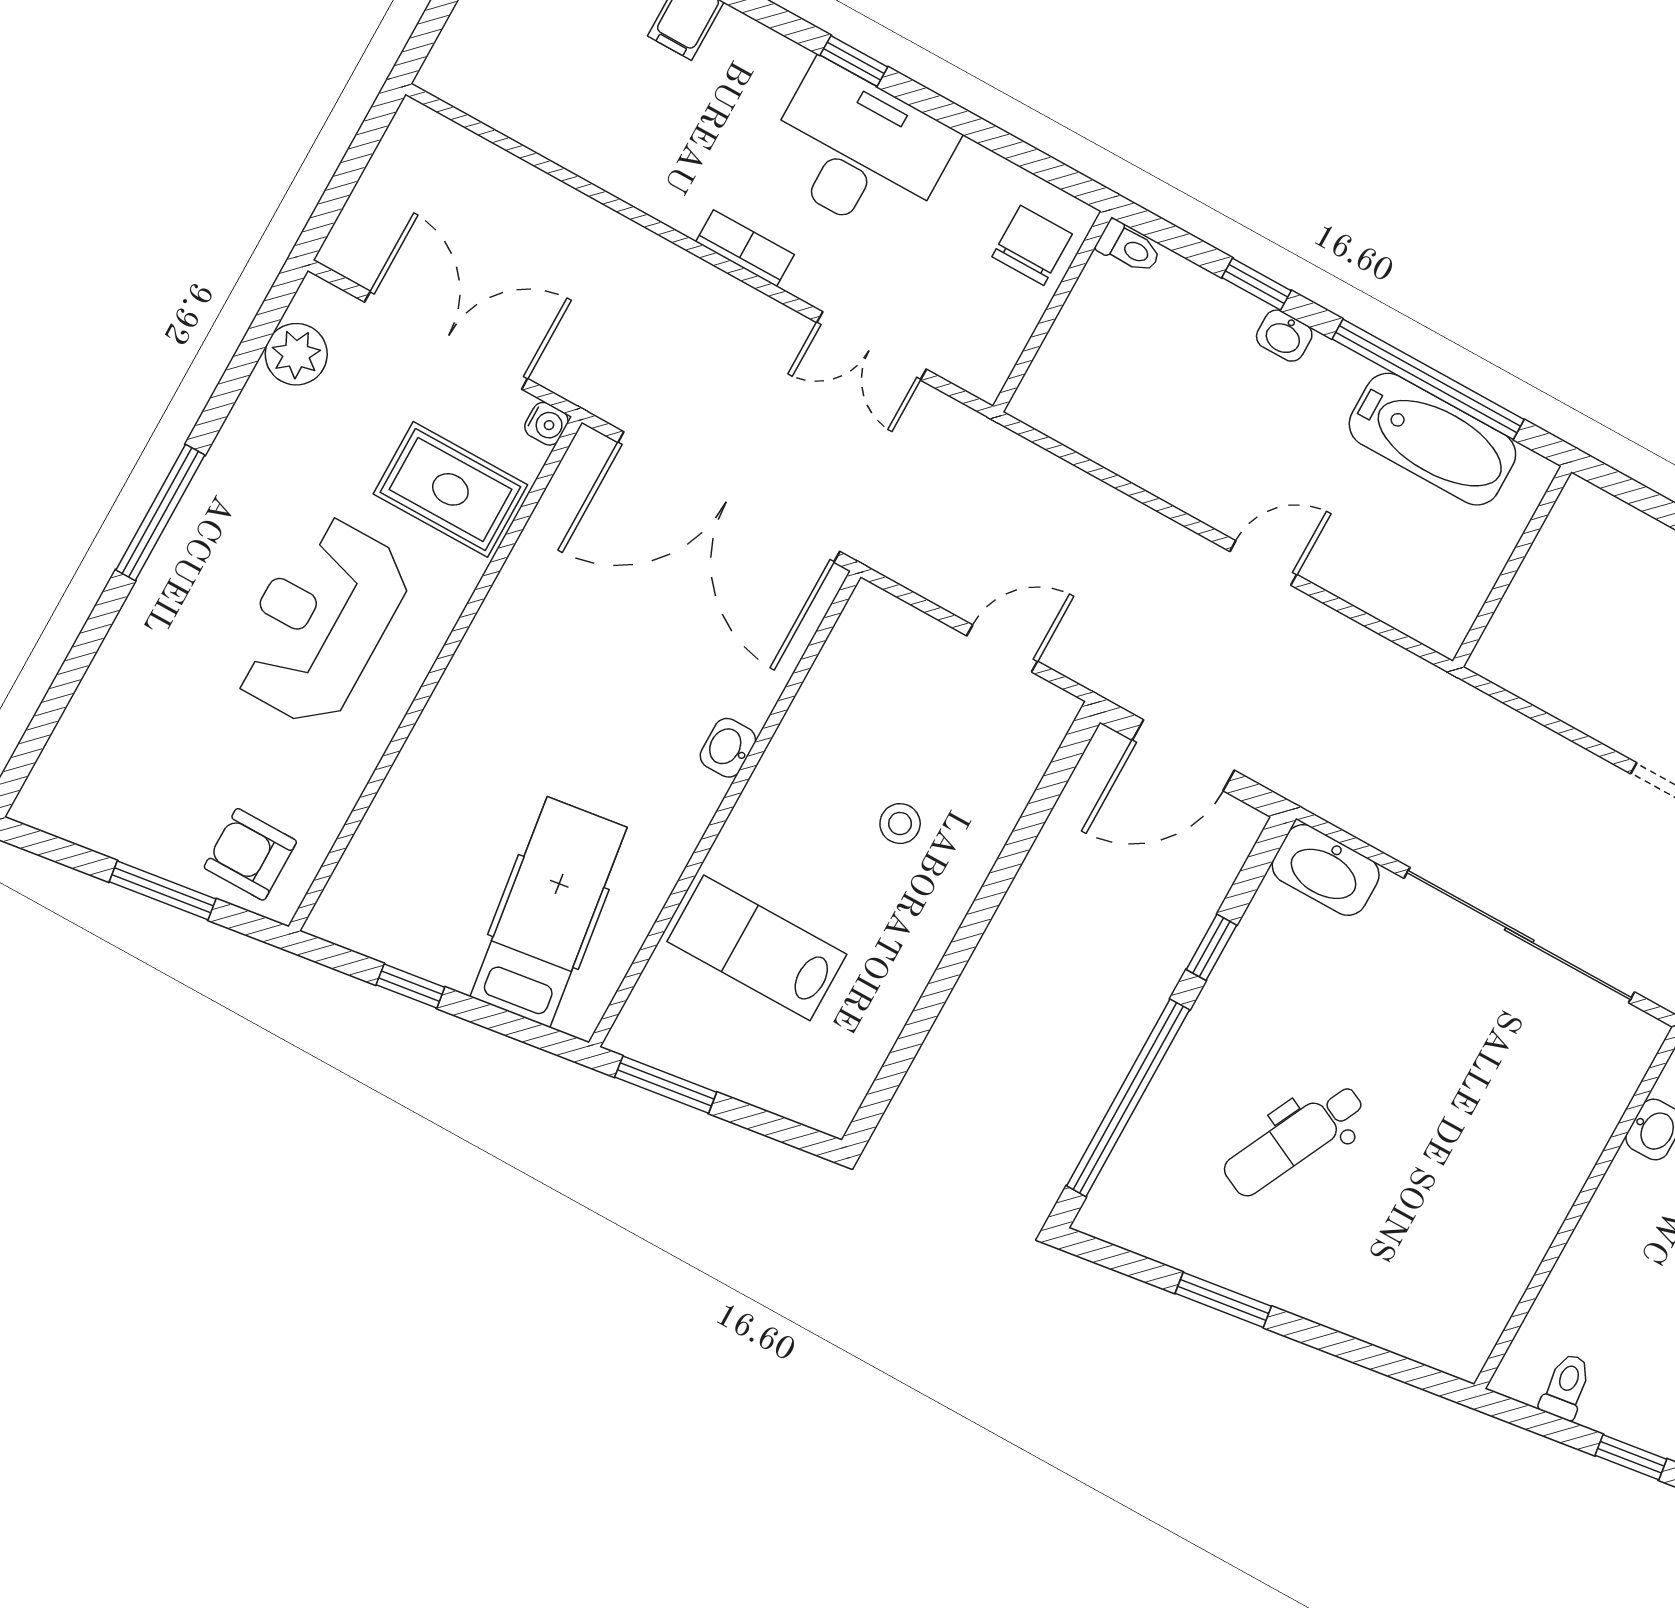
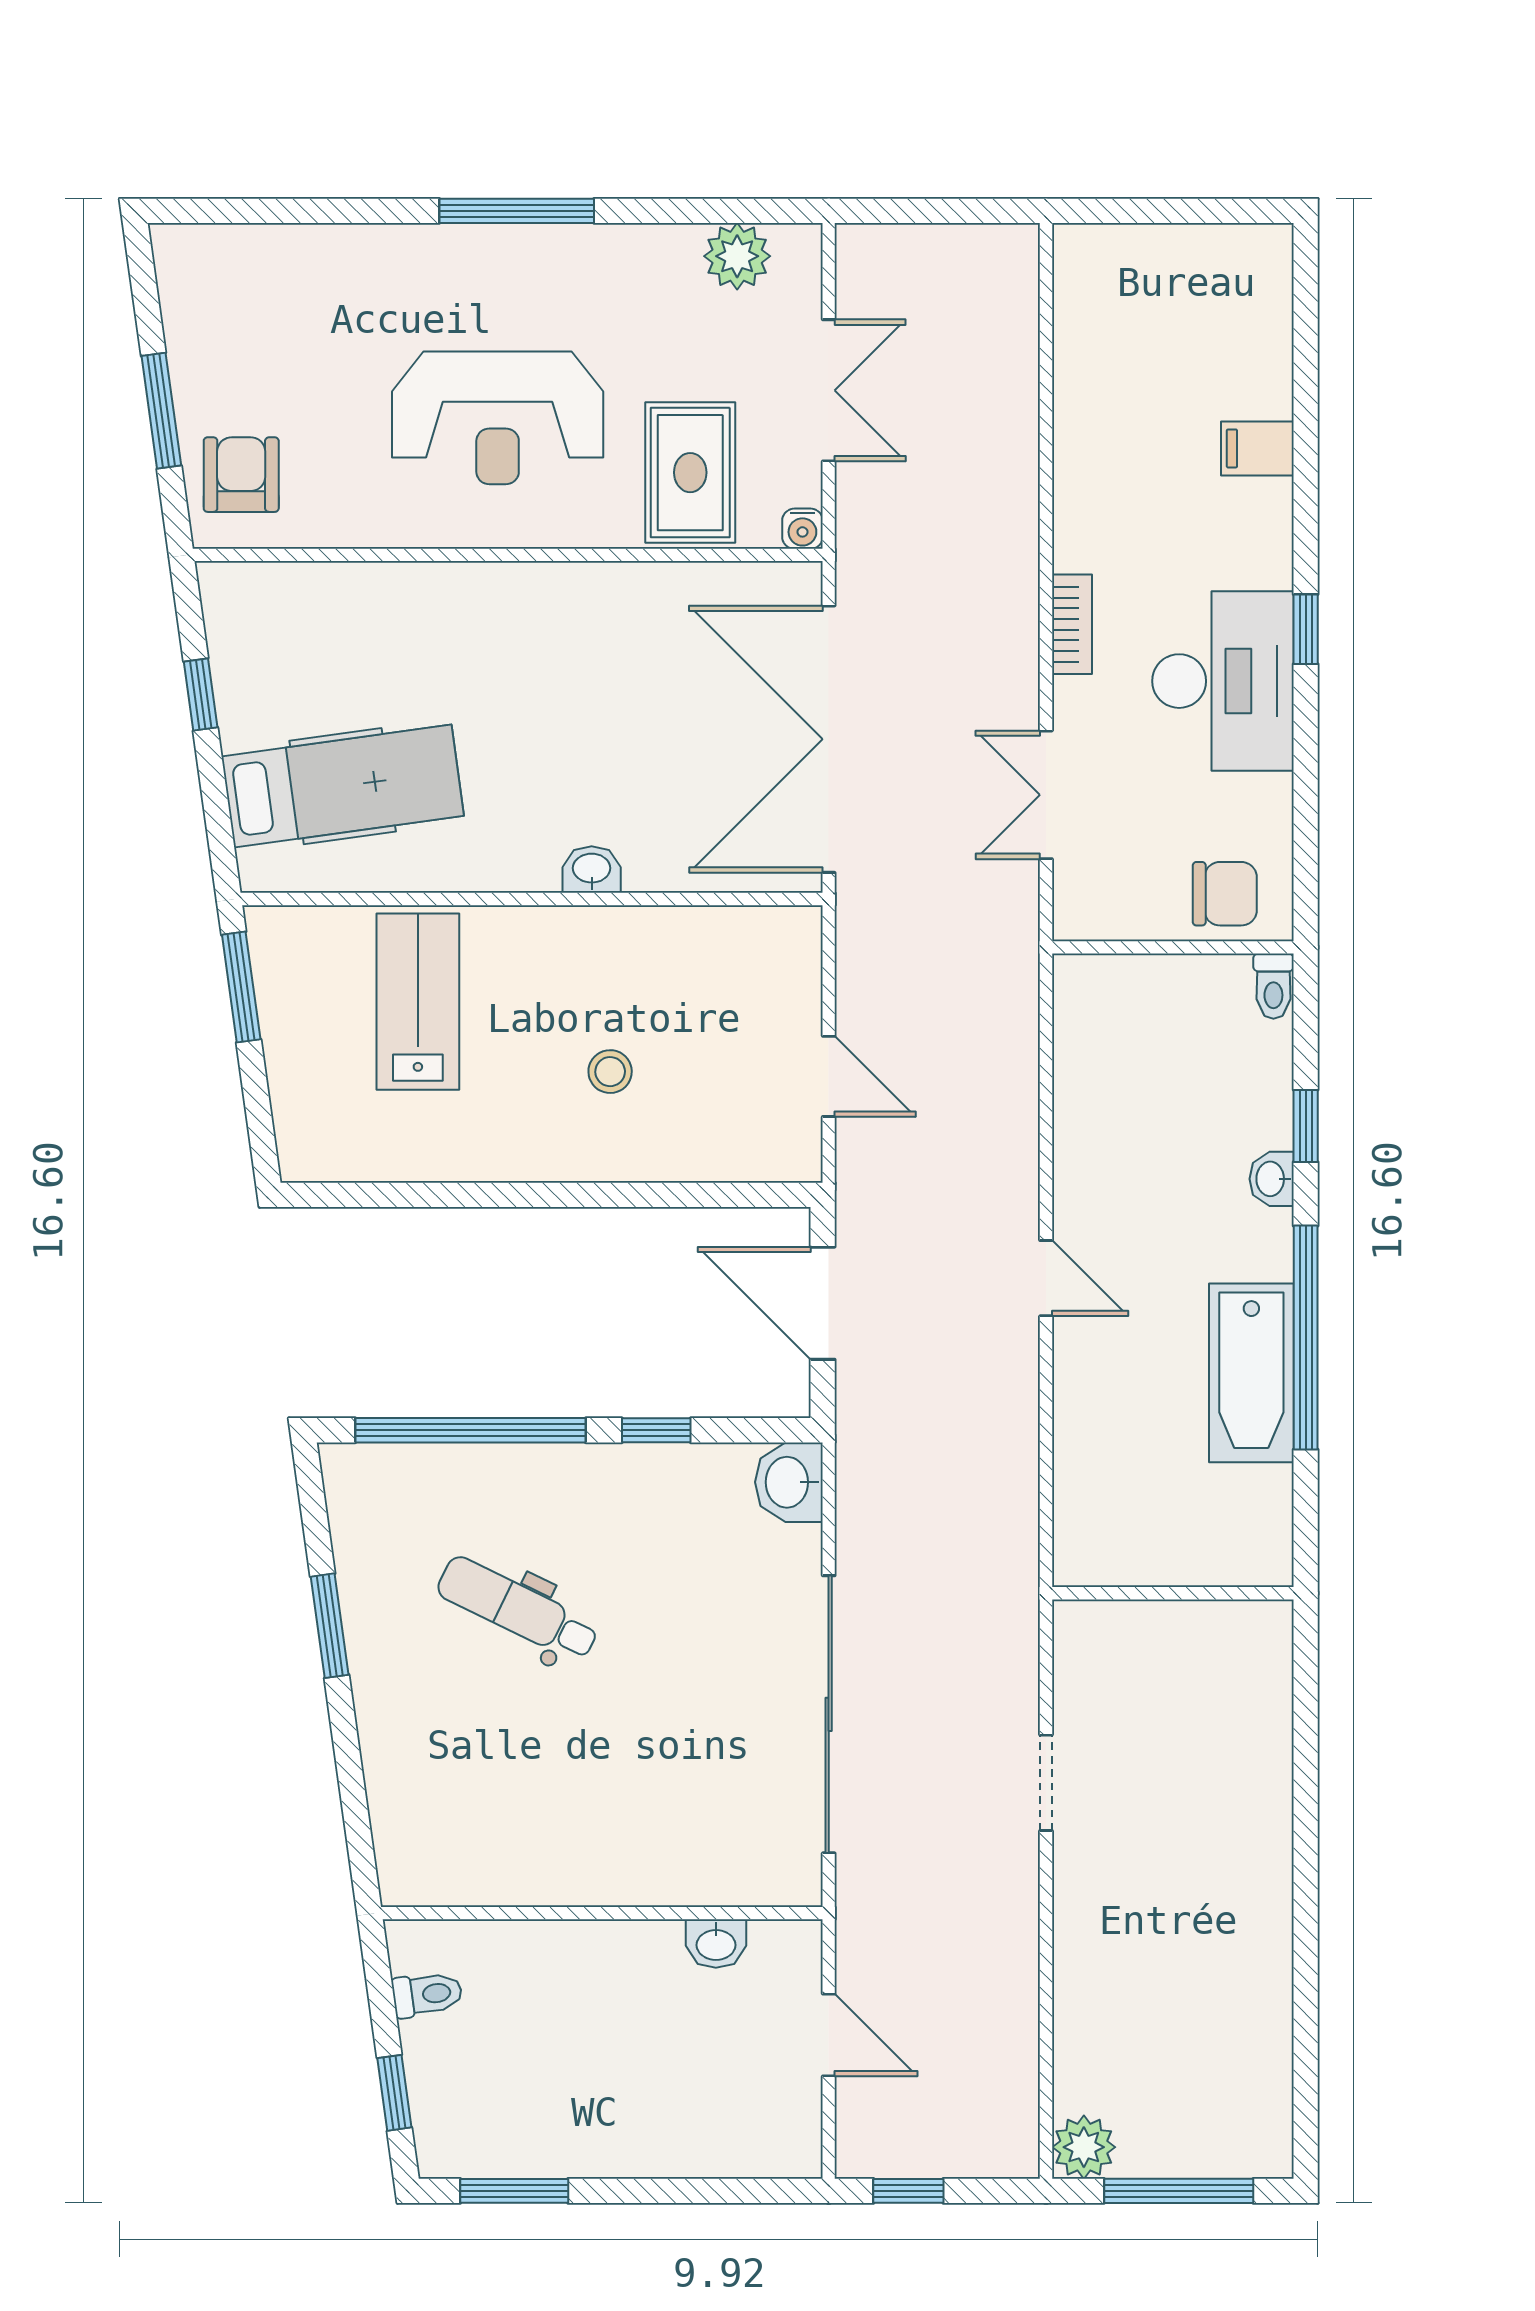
double door: (446, 340) -> (829, 390), width x0.73
wall: (1512, 567) -> (1173, 1593), moved
reception desk: (320, 621) -> (498, 418), turned 180
washbasin: (1326, 870) -> (789, 1482), width x0.72

